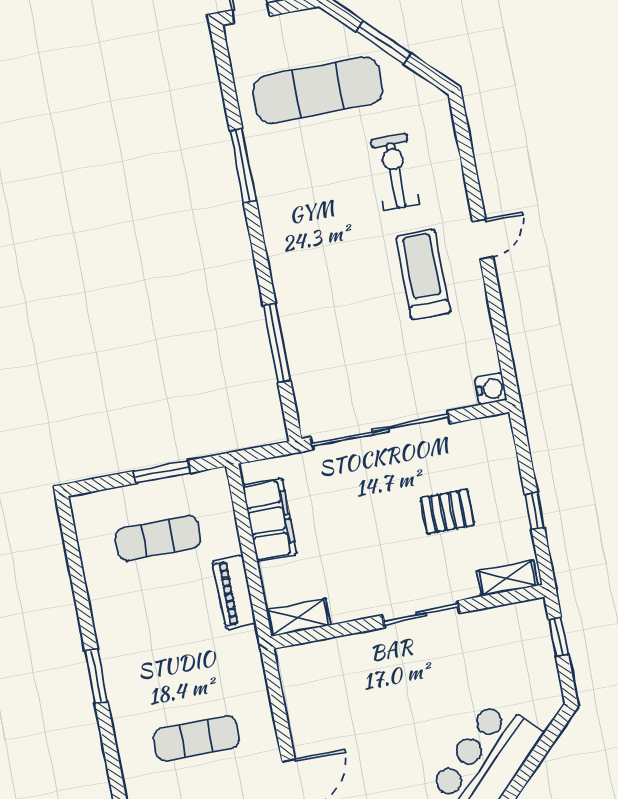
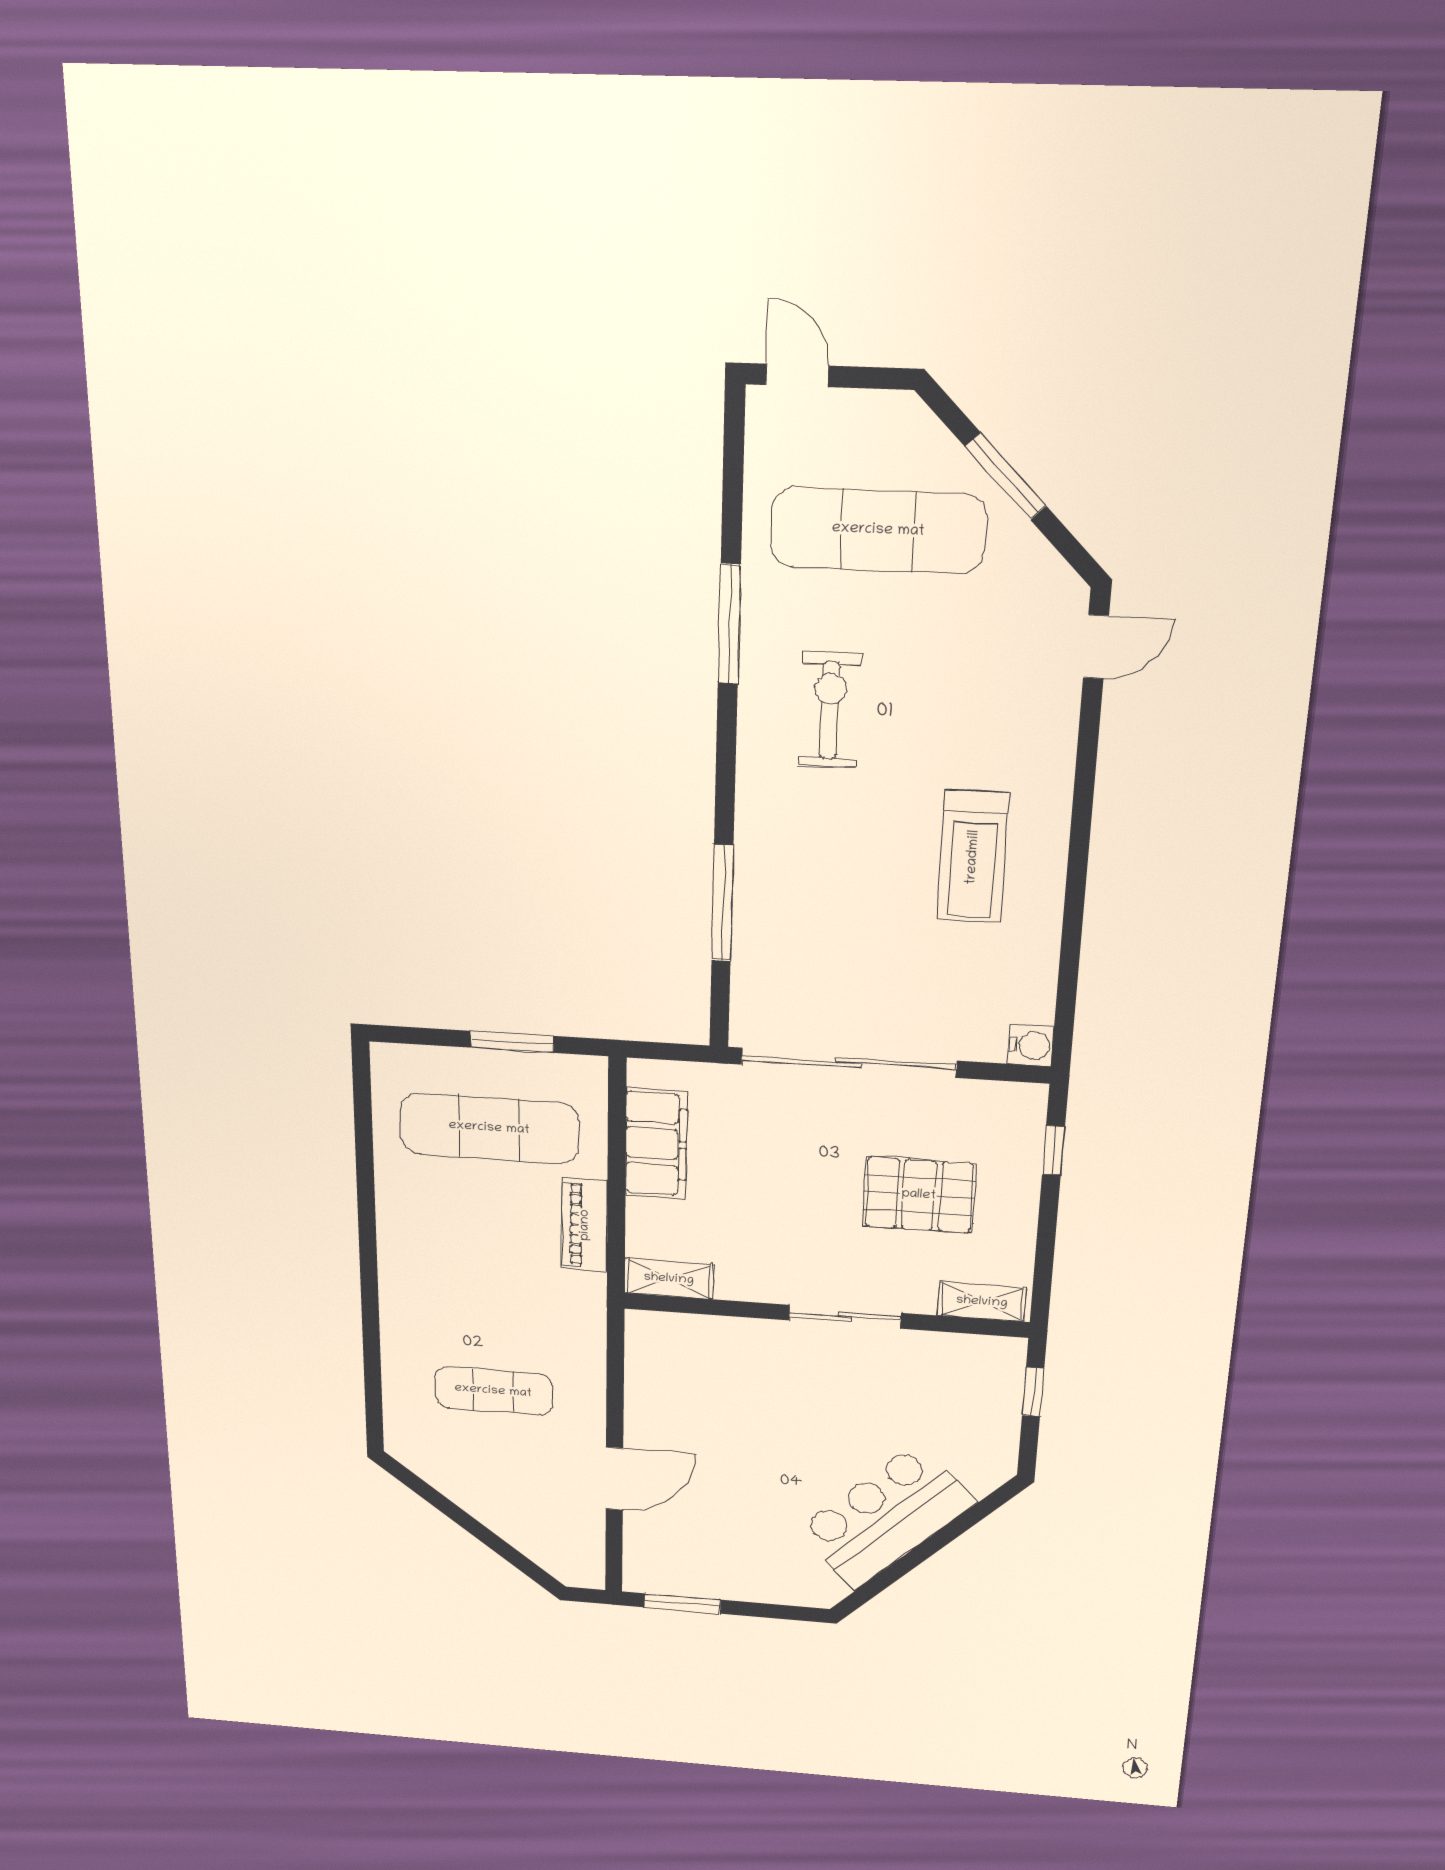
exercise bike: (395, 172) -> (830, 710), moved
door: (483, 239) -> (1096, 647), moved
treadmill: (423, 275) -> (973, 857), turned 180
window: (535, 511) -> (1053, 1150), moved
pallet: (447, 512) -> (919, 1195), width x1.50, depth x1.42
exercise mat: (158, 538) -> (489, 1128), width x1.36, depth x1.45
window: (96, 676) -> (369, 1282), removed

